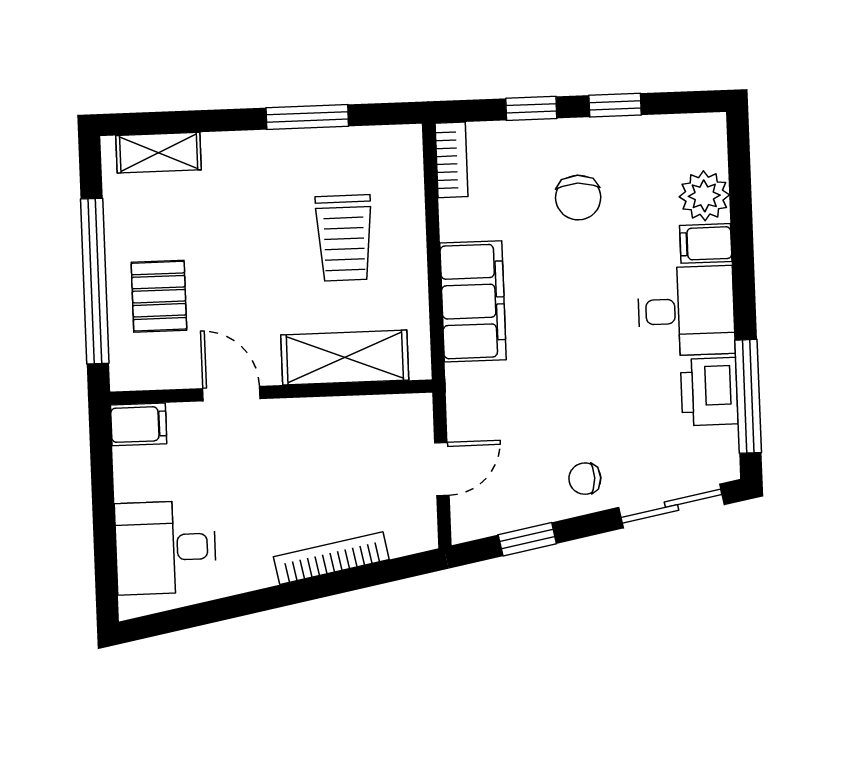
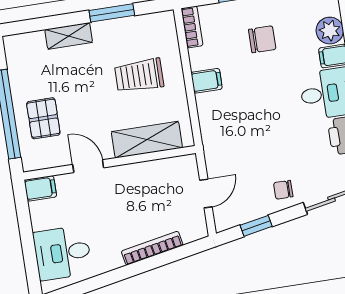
shelving: (159, 153) -> (69, 36), moved
chair: (578, 198) -> (262, 39), turned -90
trolley: (344, 238) -> (139, 75), turned 90
filing cabinet: (473, 301) -> (207, 81), width x0.33, depth x0.86

